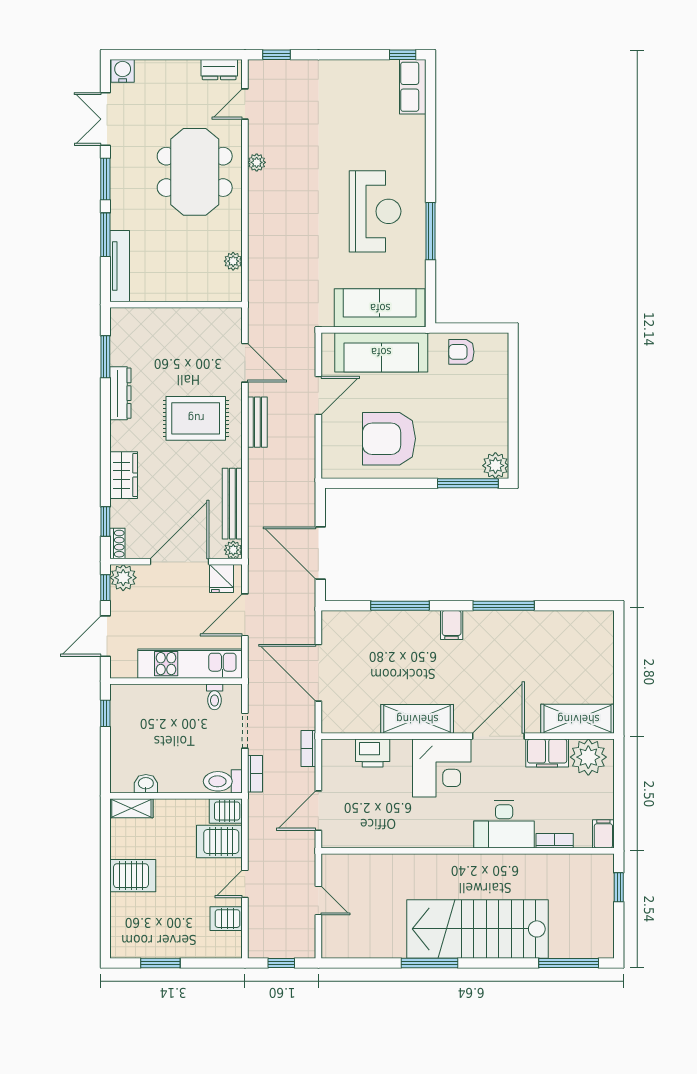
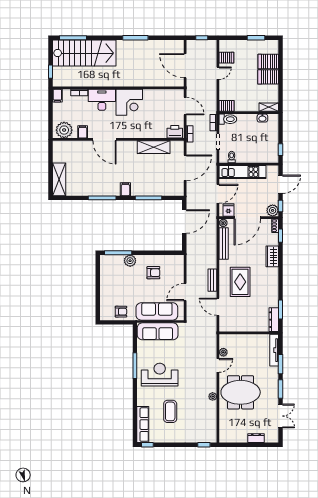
dresser: (219, 70) -> (256, 438), moved
water cooler: (123, 71) -> (273, 438), removed
row of seats: (413, 87) -> (143, 425), width x1.48
door: (245, 104) -> (218, 365), moved
coffee table: (352, 129) -> (170, 411), added
meeting table: (195, 172) -> (241, 392), turned 90
reception desk: (375, 211) -> (160, 375), turned 90
dresser: (120, 393) -> (274, 320), moved
rug: (196, 418) -> (240, 282), turned 90
armchair: (389, 439) -> (153, 273), width x0.53, depth x0.53
plant: (495, 466) -> (130, 261), moved
door: (320, 553) -> (184, 221), hinge flipped
door: (318, 673) -> (185, 168), hinge flipped
shelving: (417, 719) -> (154, 147), moved
shelving: (578, 719) -> (59, 179), moved, turned 90
door: (498, 736) -> (104, 139), hinge flipped
printer: (373, 753) -> (175, 132), moved
filing cabinet: (547, 753) -> (83, 132), width x0.50
corner desk: (442, 768) -> (129, 102), moved, turned 180
door: (318, 811) -> (185, 106), hinge flipped
server rack: (219, 842) -> (268, 61), moved, turned 180
door: (318, 901) -> (185, 66), width x1.87
stairs: (477, 929) -> (84, 53), moved

